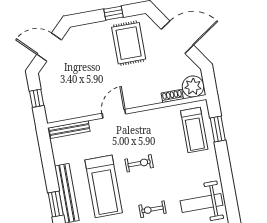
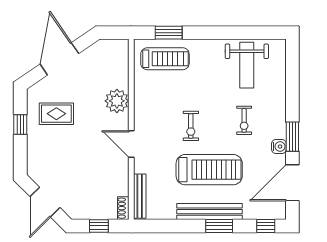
rug: (129, 43) -> (56, 114), width x0.73, depth x0.70
plant: (193, 86) -> (117, 101), moved
shoe rack: (172, 96) -> (123, 208), moved
exercise bike: (139, 163) -> (191, 126), turned 180

